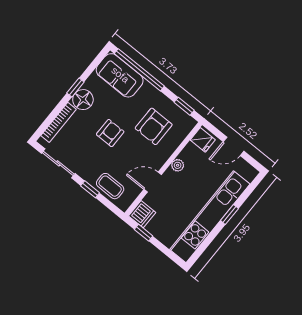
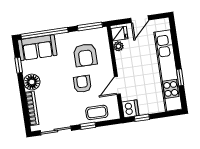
window: (75, 88) -> (19, 65), moved
window: (184, 106) -> (90, 26), width x1.50
armchair: (110, 133) -> (82, 84), moved
plant: (178, 165) -> (118, 46), moved
window: (229, 214) -> (180, 77), moved

